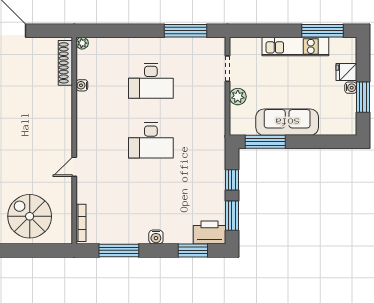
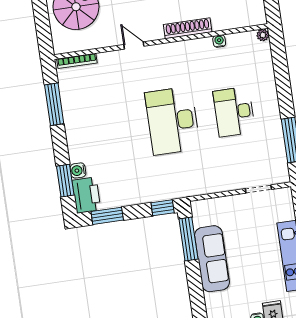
shoe rack: (65, 63) -> (188, 28), moved
plant: (238, 97) -> (231, 204), removed
desk: (151, 141) -> (173, 121), width x1.36, depth x1.30
window: (232, 180) -> (163, 208), moved
water cooler: (156, 237) -> (78, 170), moved

